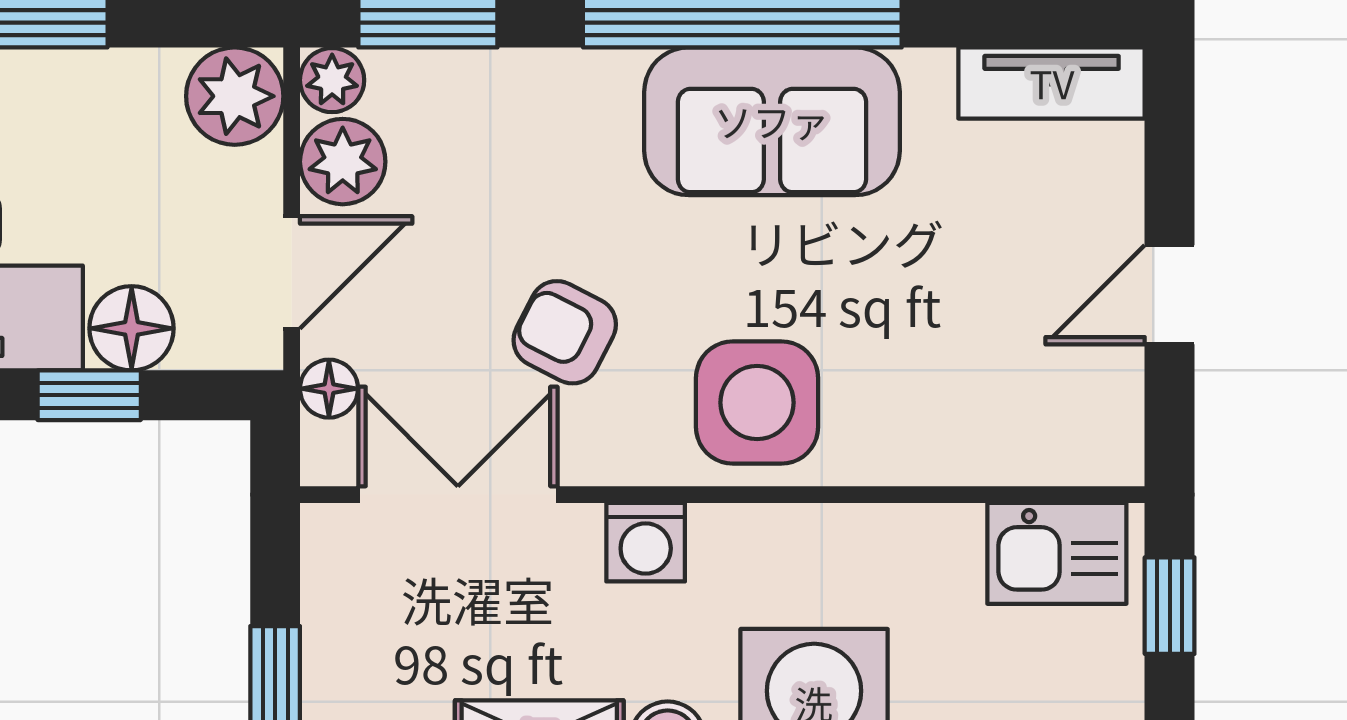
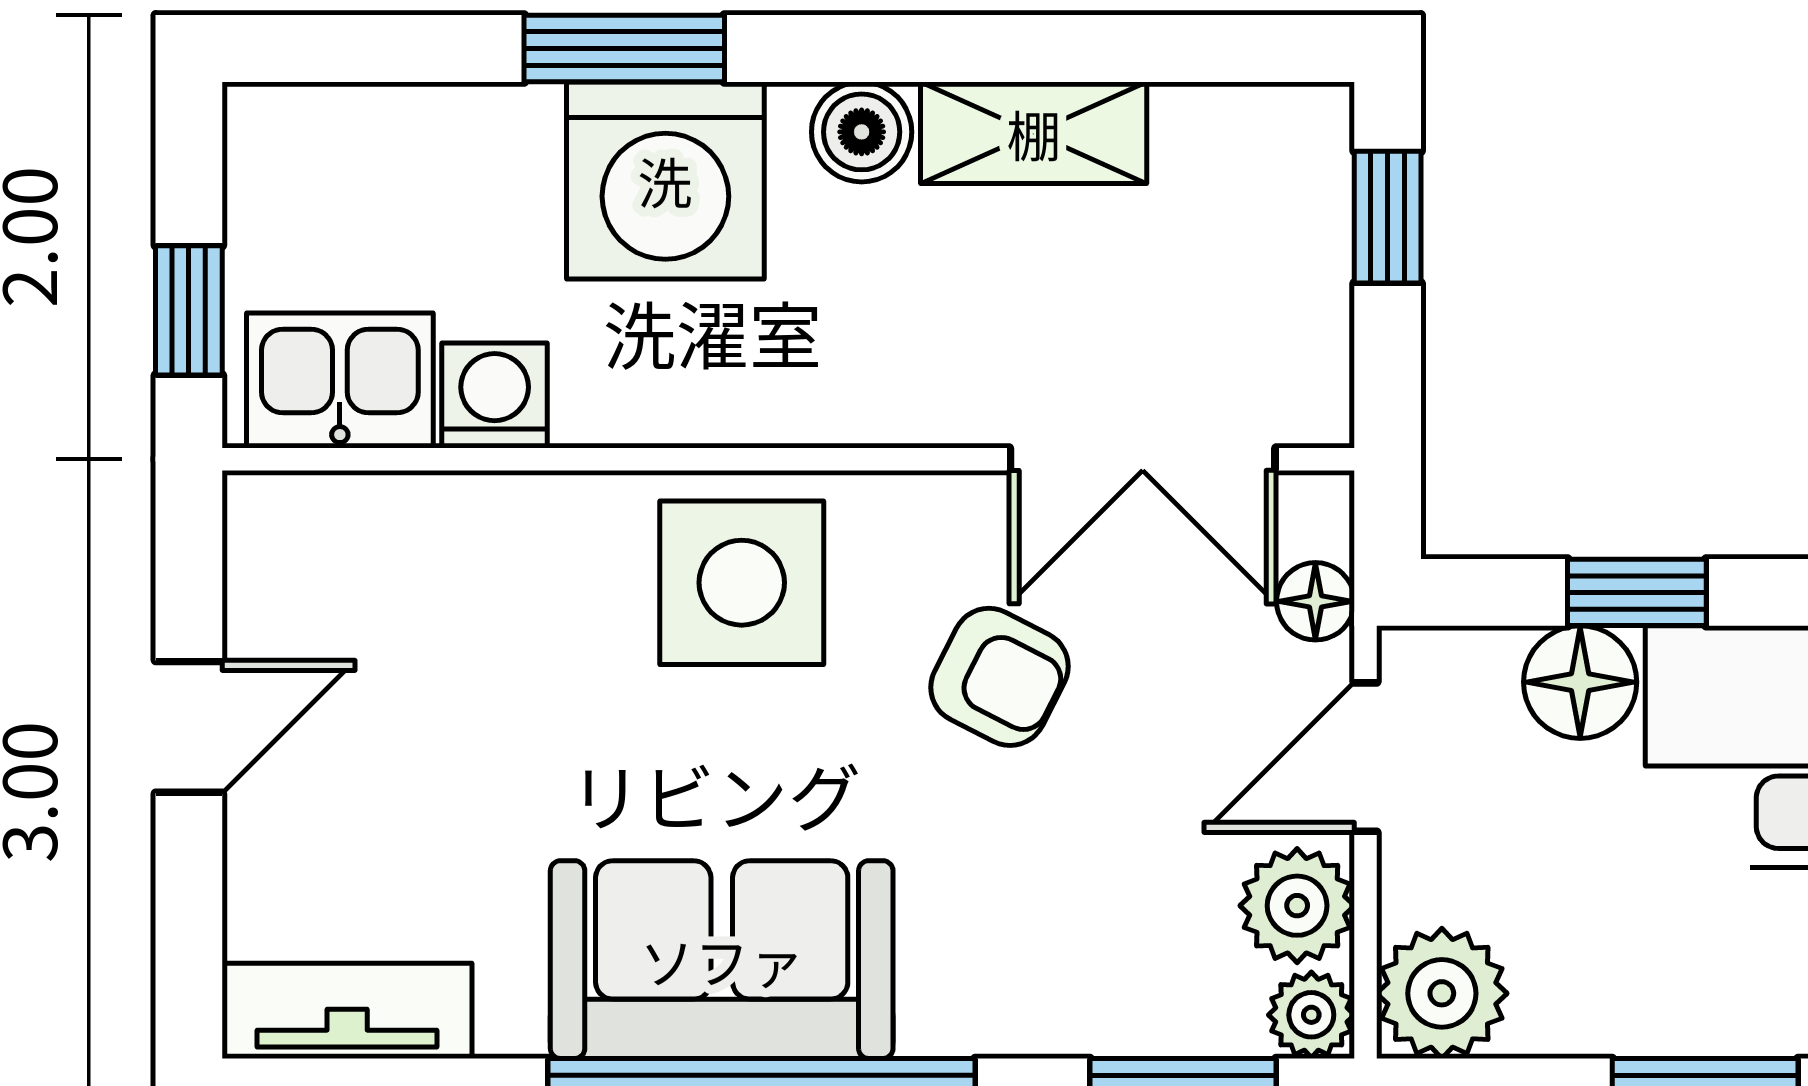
washing machine: (646, 542) -> (495, 396), moved

